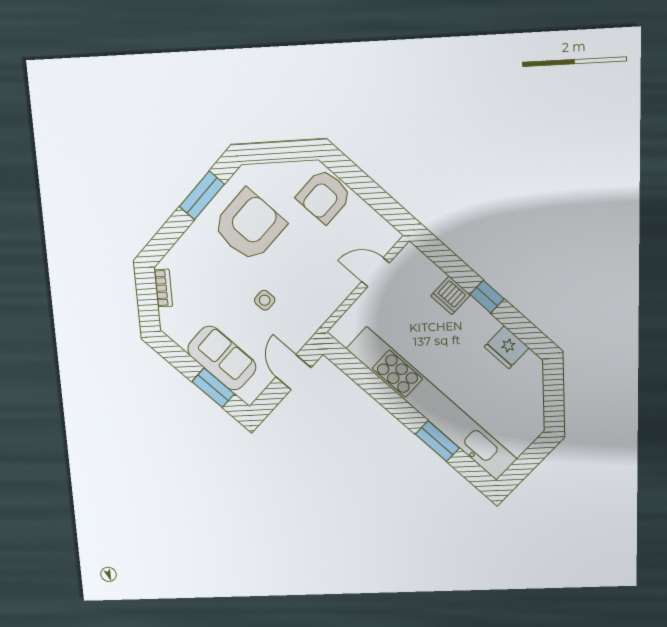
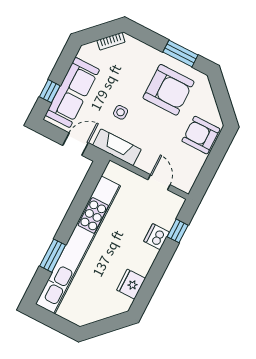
window: (487, 297) -> (178, 231), moved
fireplace: (312, 318) -> (117, 147), added
sofa: (222, 358) -> (72, 92), width x1.36
window: (213, 388) -> (50, 91), width x0.67

